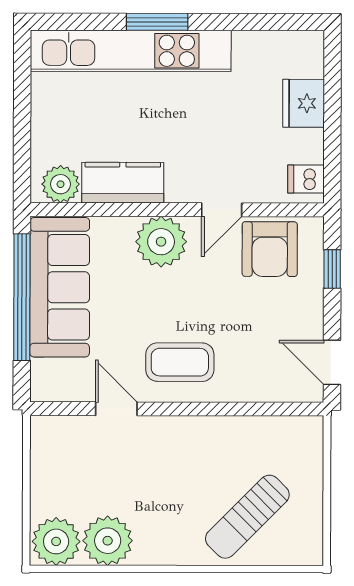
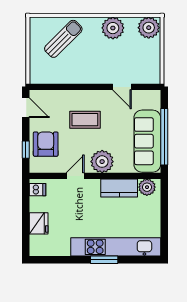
armchair: (270, 249) -> (46, 144), moved
coffee table: (180, 362) -> (85, 120), moved
plant: (108, 541) -> (113, 28), moved

